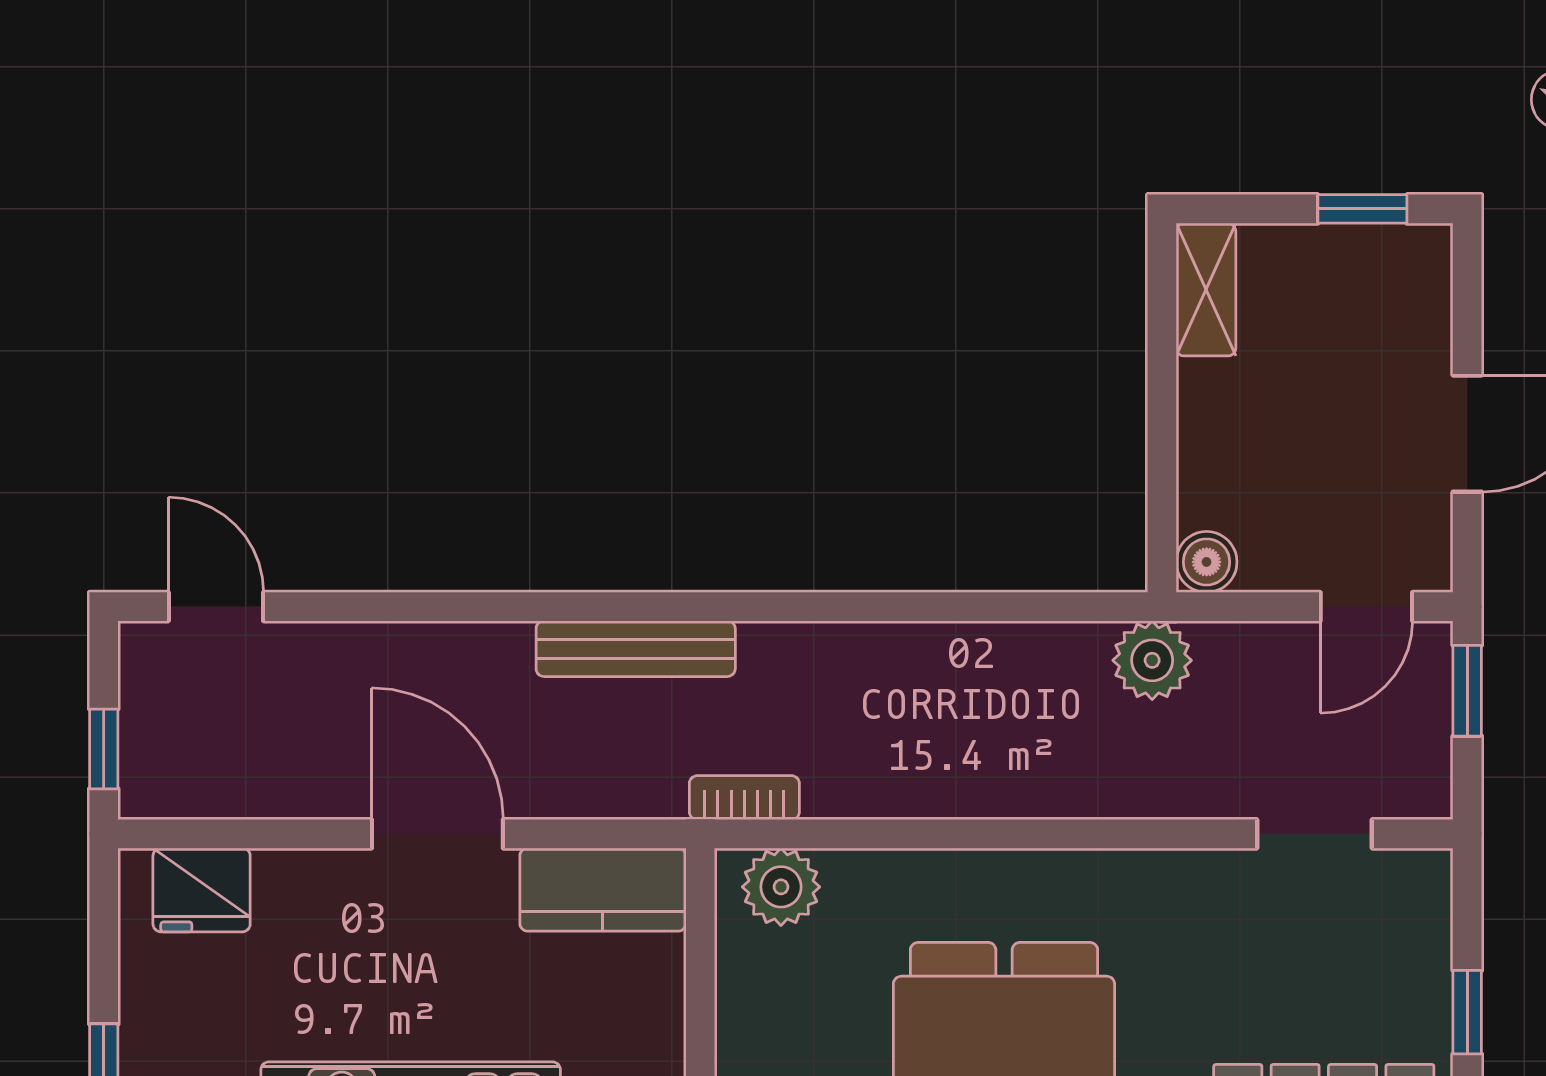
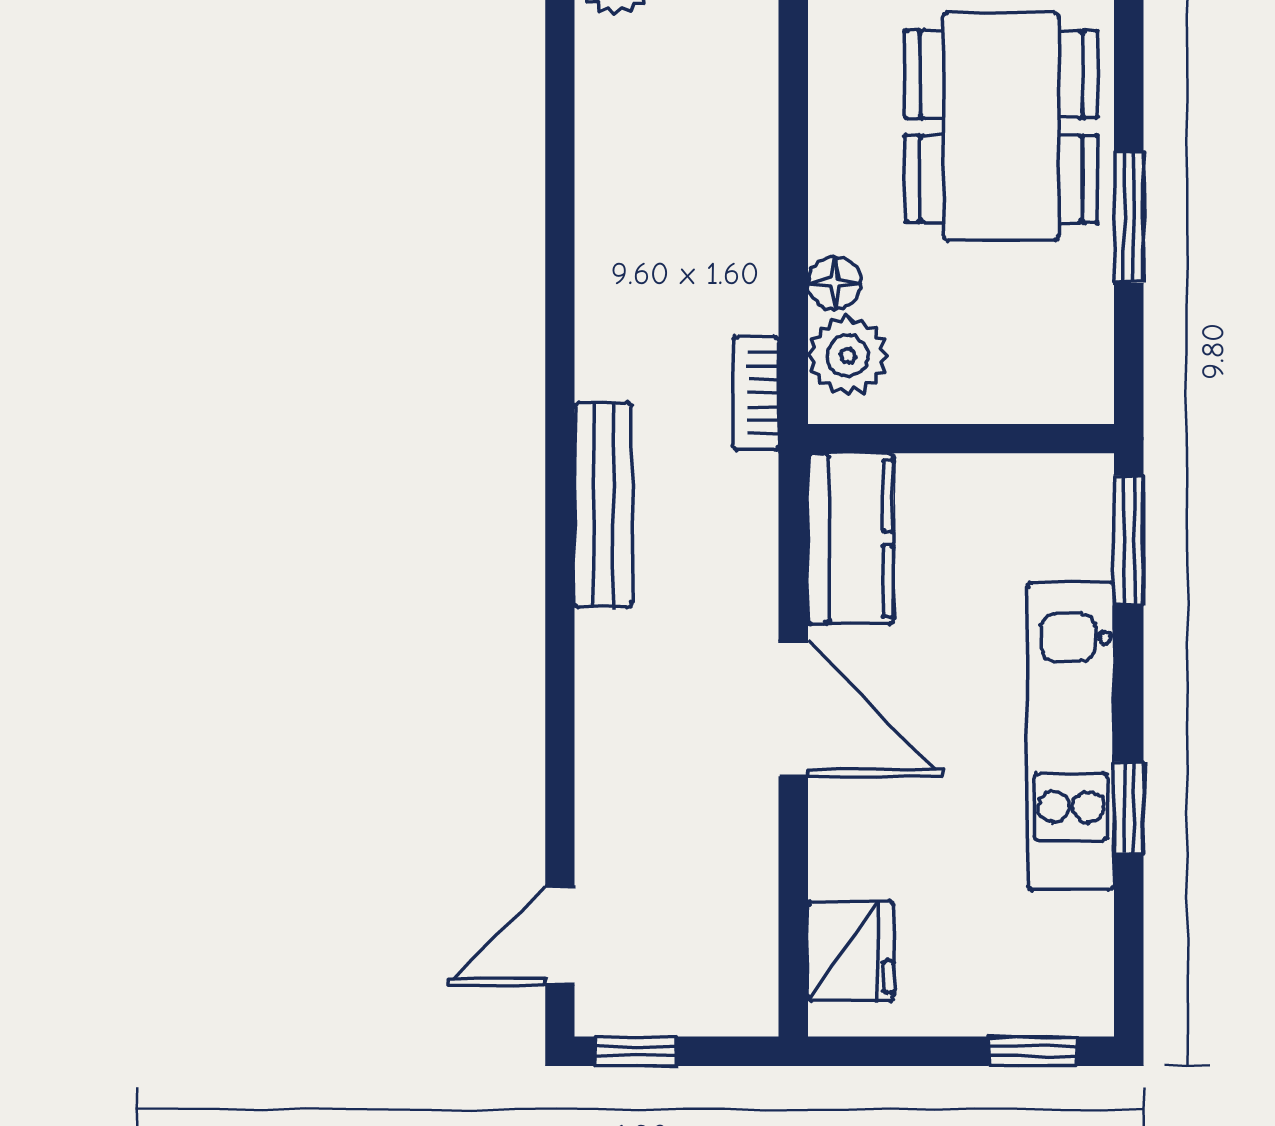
window: (104, 749) -> (636, 1051), moved
door: (437, 834) -> (793, 709), swing flipped
floor lamp: (852, 874) -> (835, 283), added

